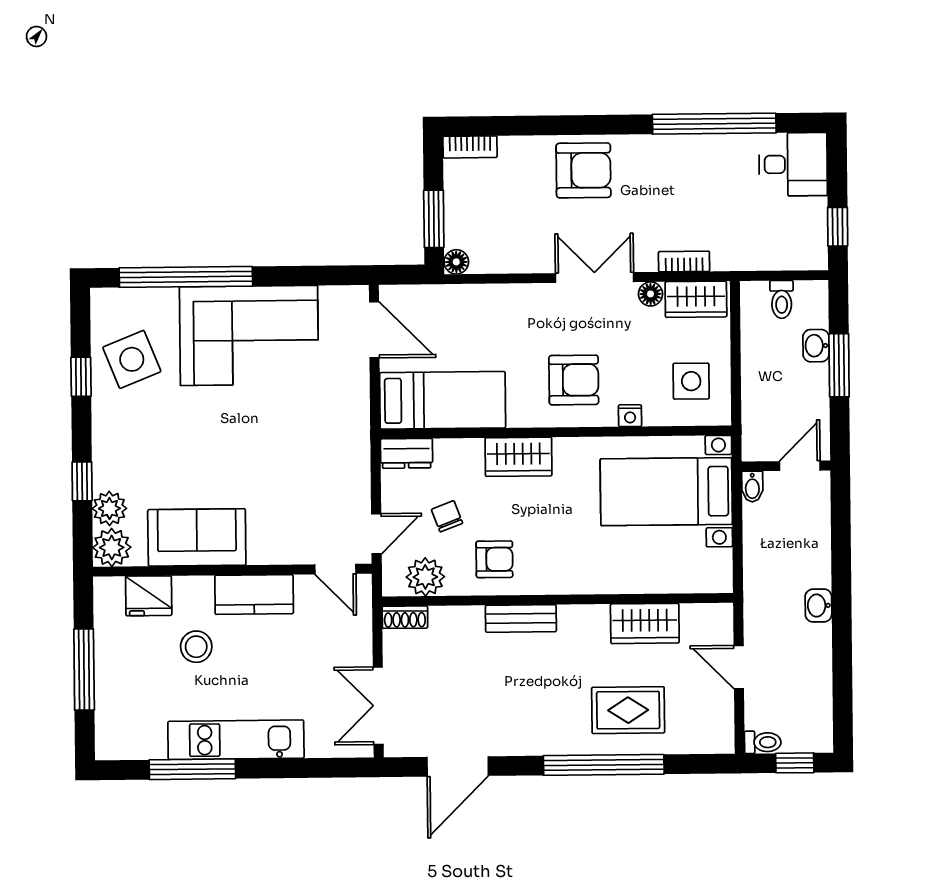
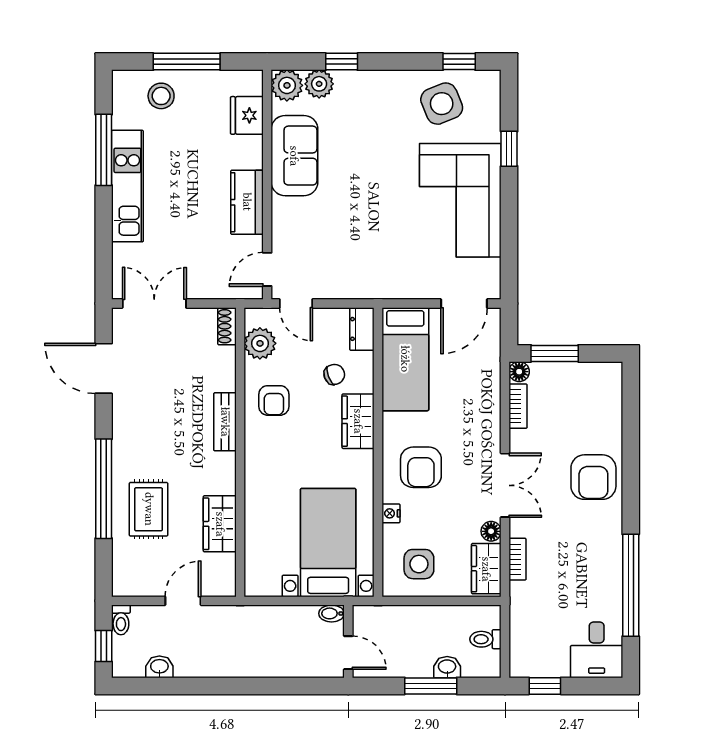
bookcase: (470, 147) -> (518, 406), moved, turned 180
window: (186, 277) -> (509, 149), width x0.32
window: (81, 377) -> (459, 62), moved
chair: (447, 516) -> (334, 374), moved
washbasin: (818, 605) -> (159, 667), moved
stool: (196, 647) -> (161, 96), moved

